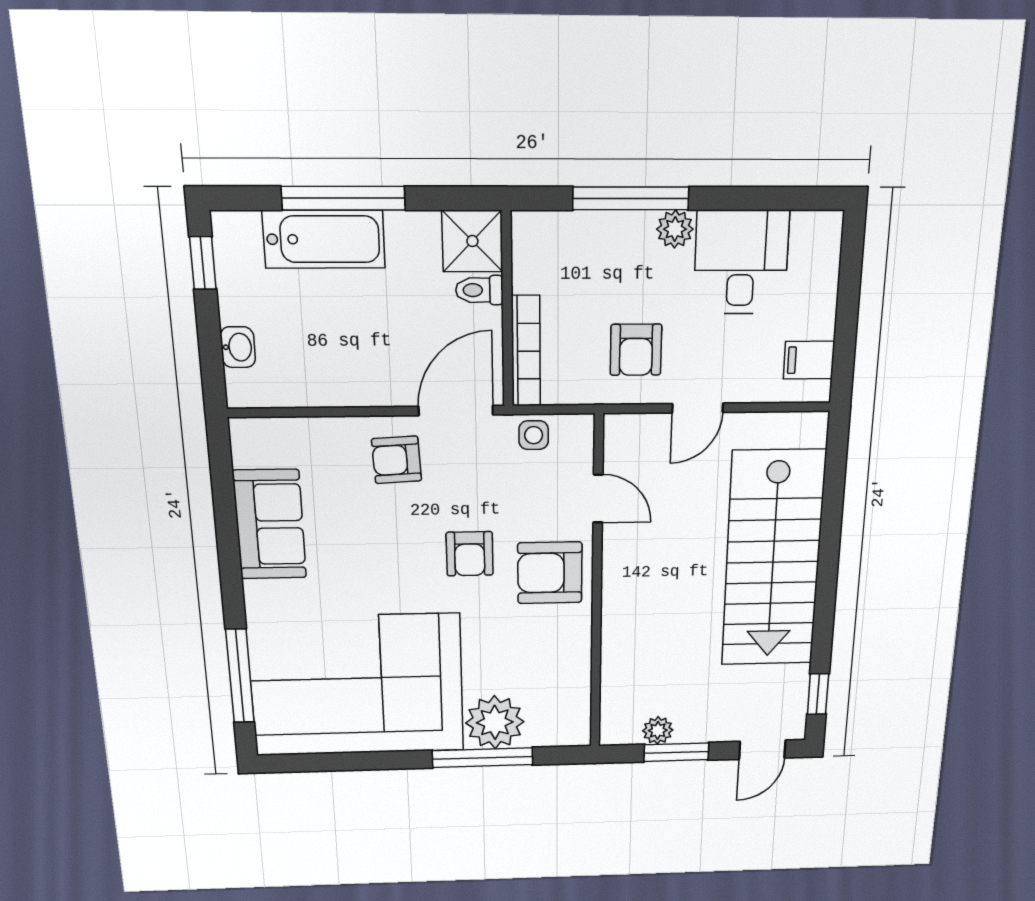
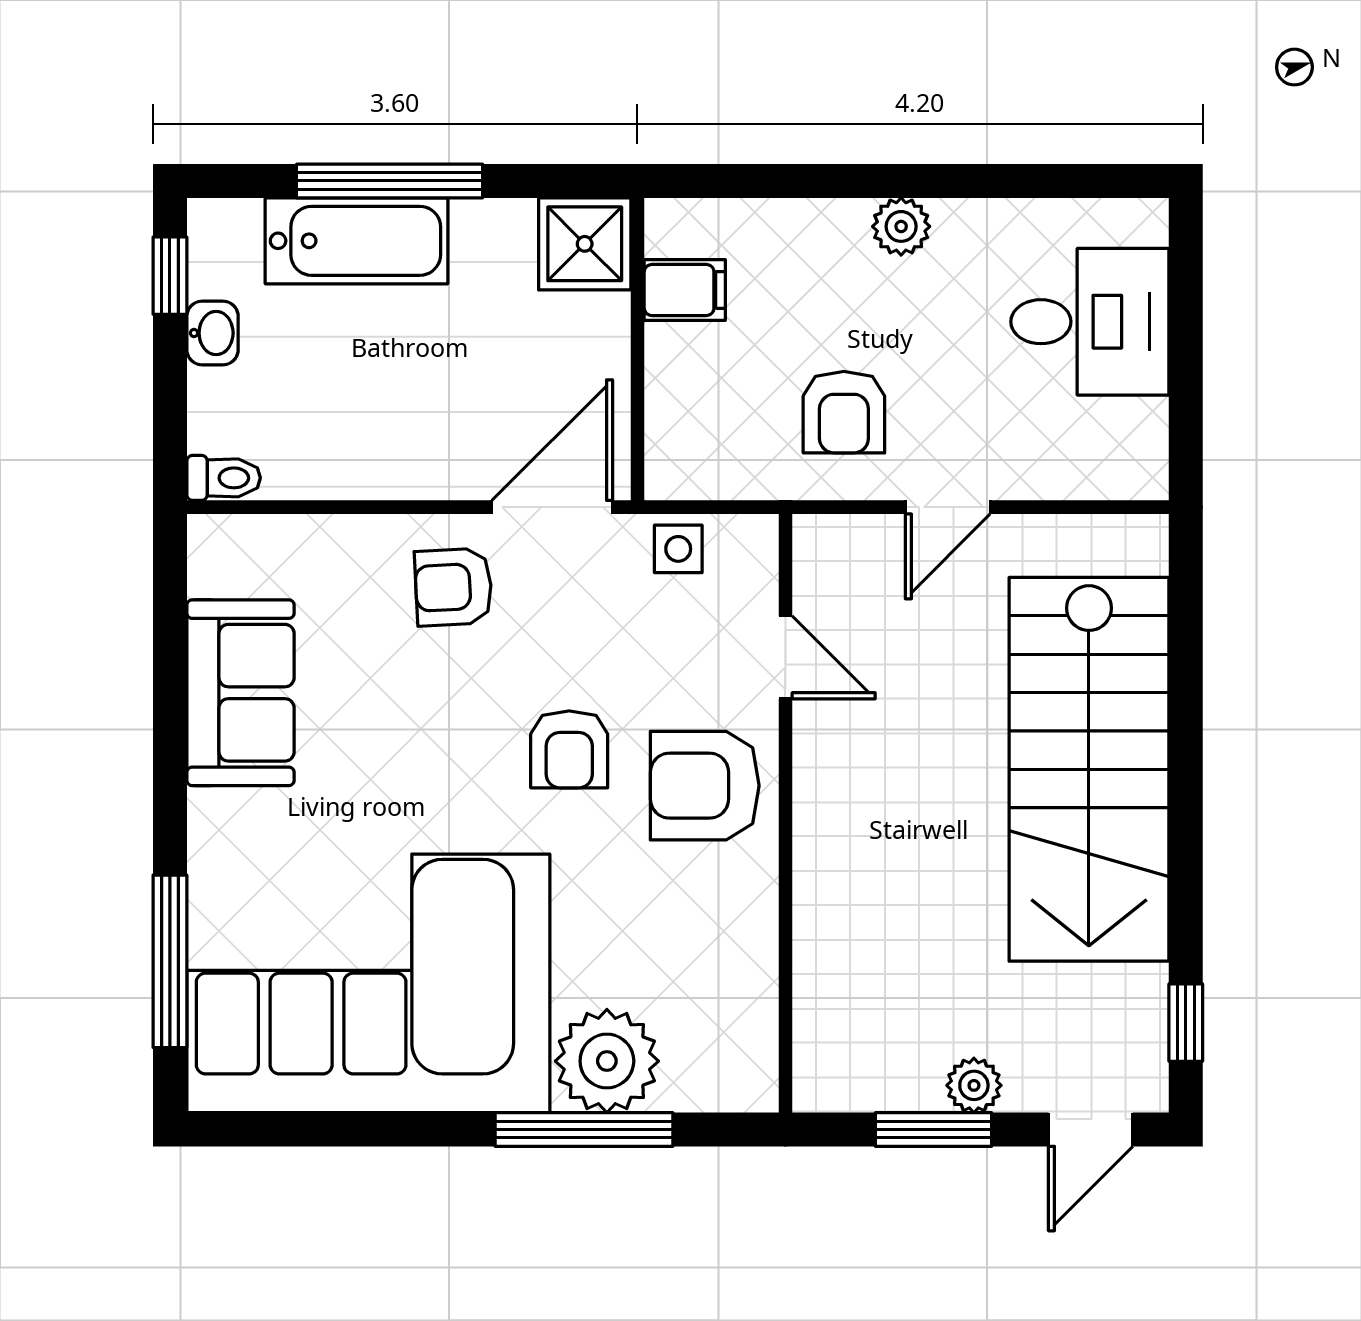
window: (631, 198) -> (831, 181), removed
desk: (741, 262) -> (1090, 322), moved, turned 90
toilet: (479, 290) -> (224, 478), moved, turned 180
washbasin: (238, 347) -> (212, 333), moved
bookcase: (526, 351) -> (667, 413), removed
filing cabinet: (809, 360) -> (685, 290), moved, turned 180
plant: (658, 730) -> (974, 1085), moved

